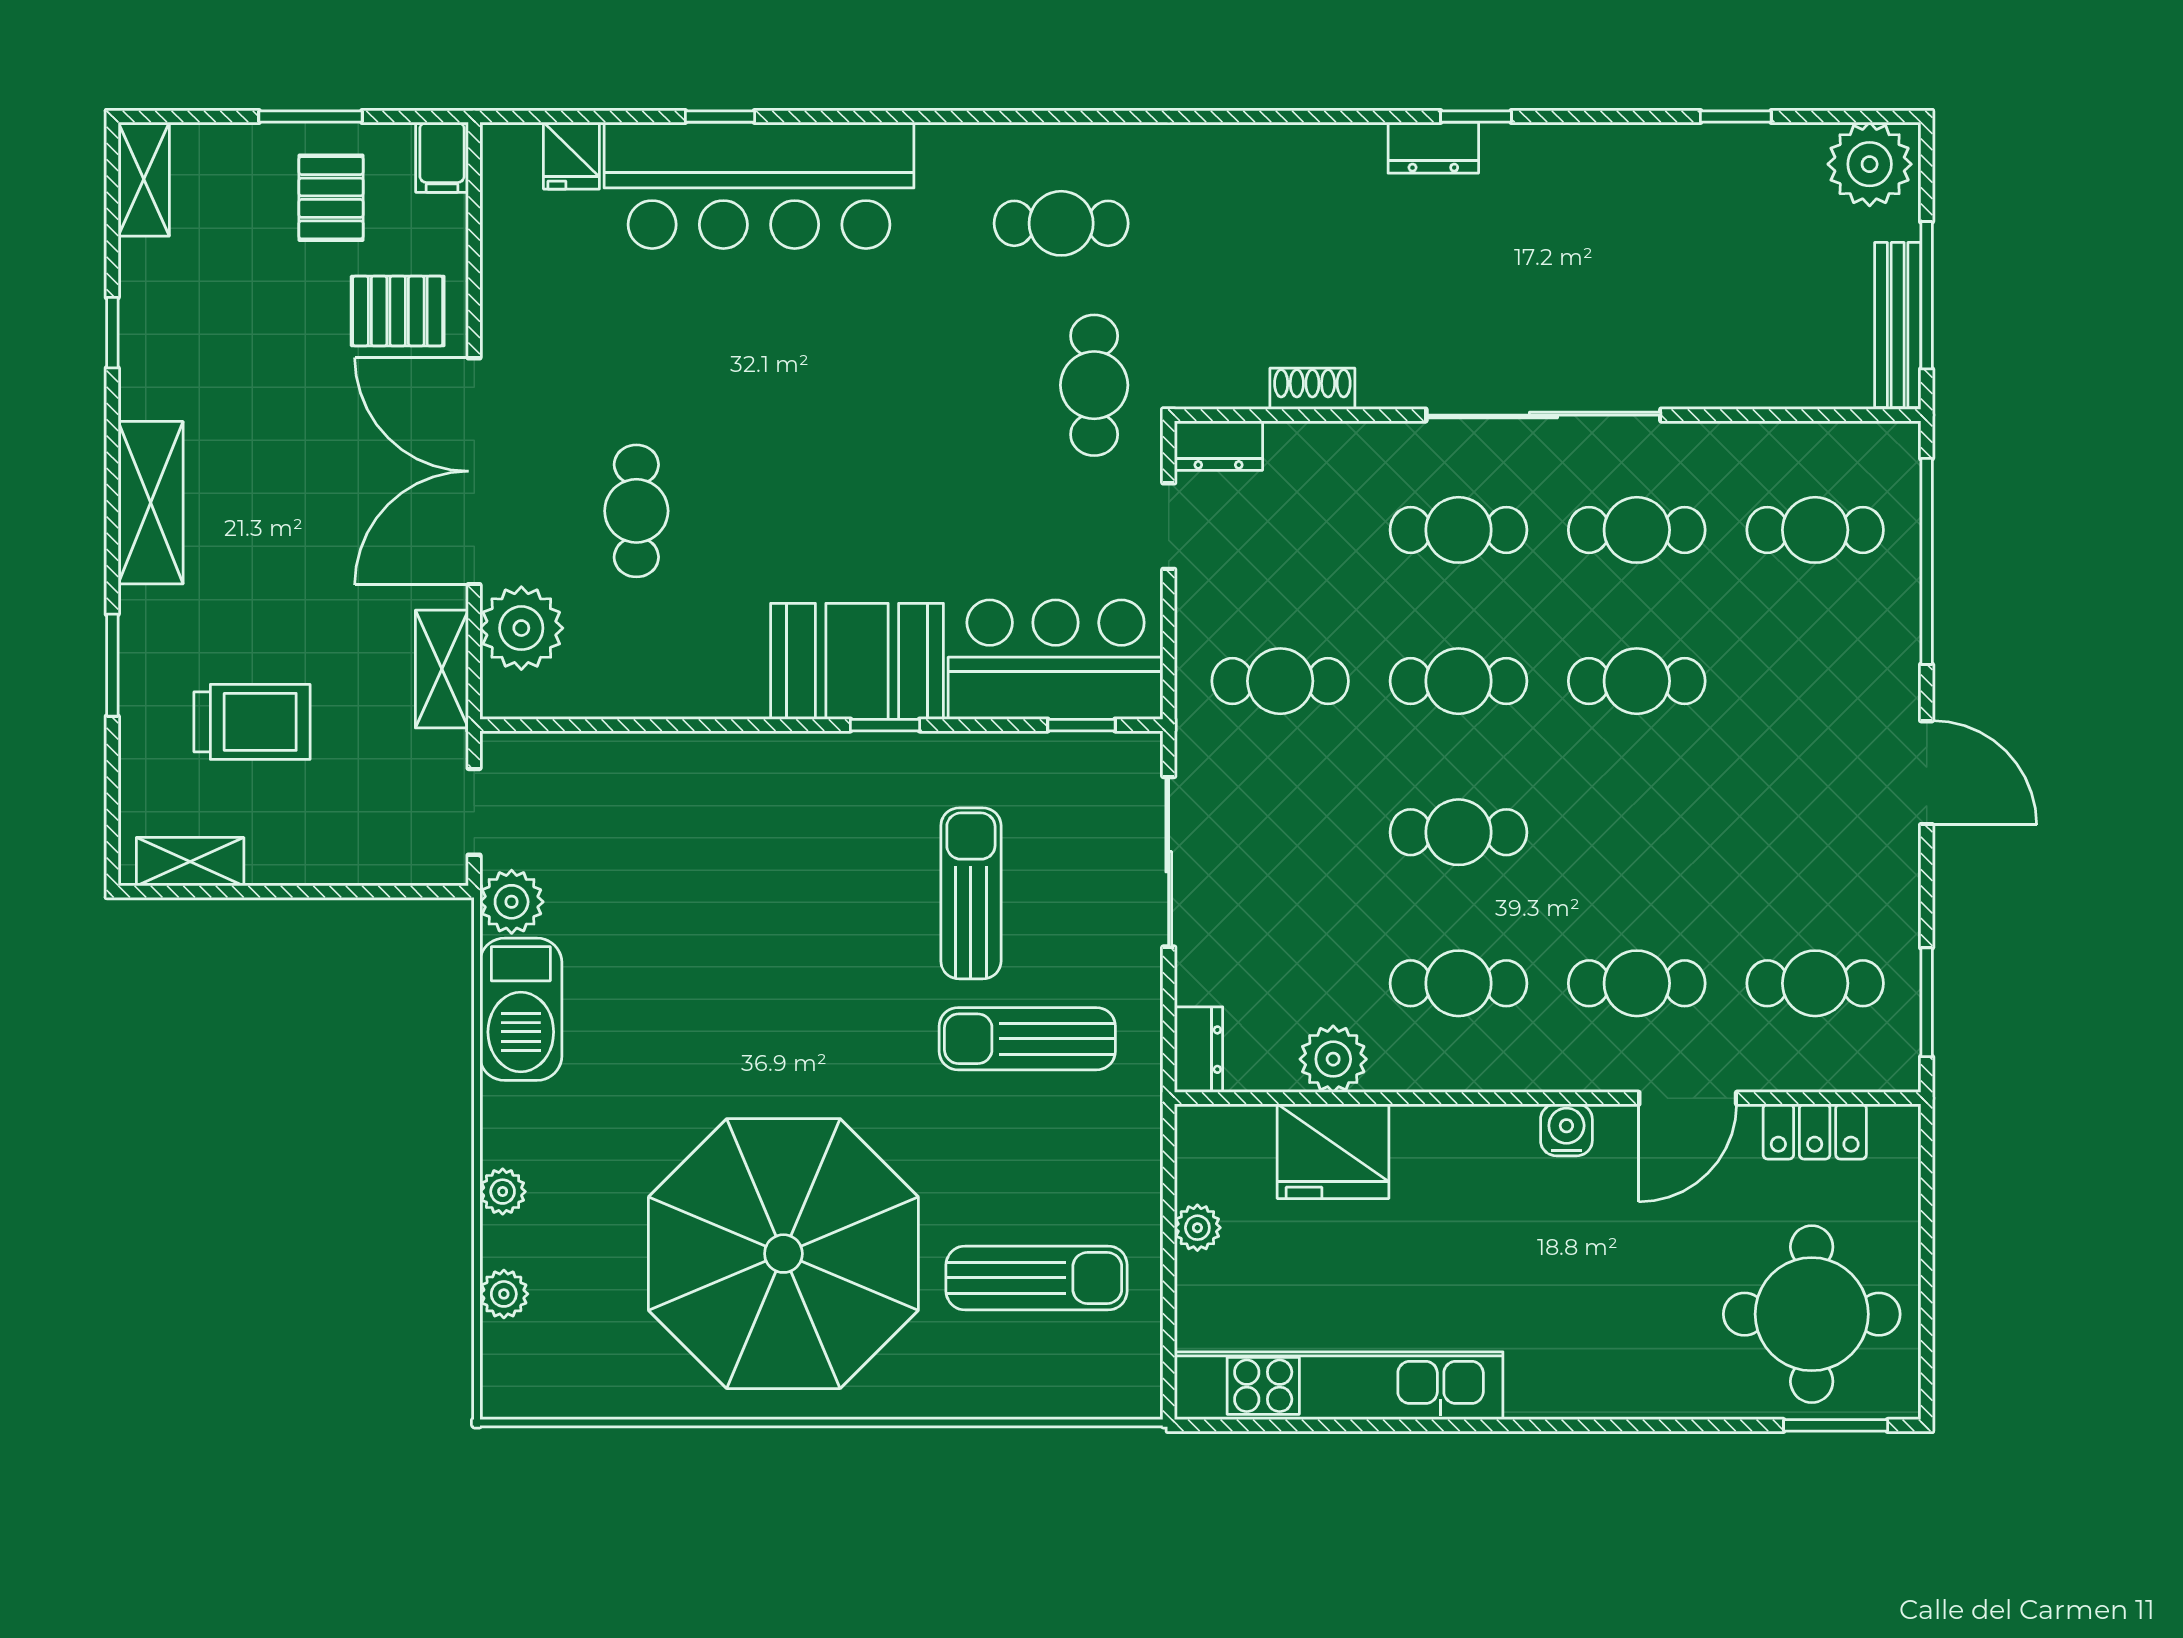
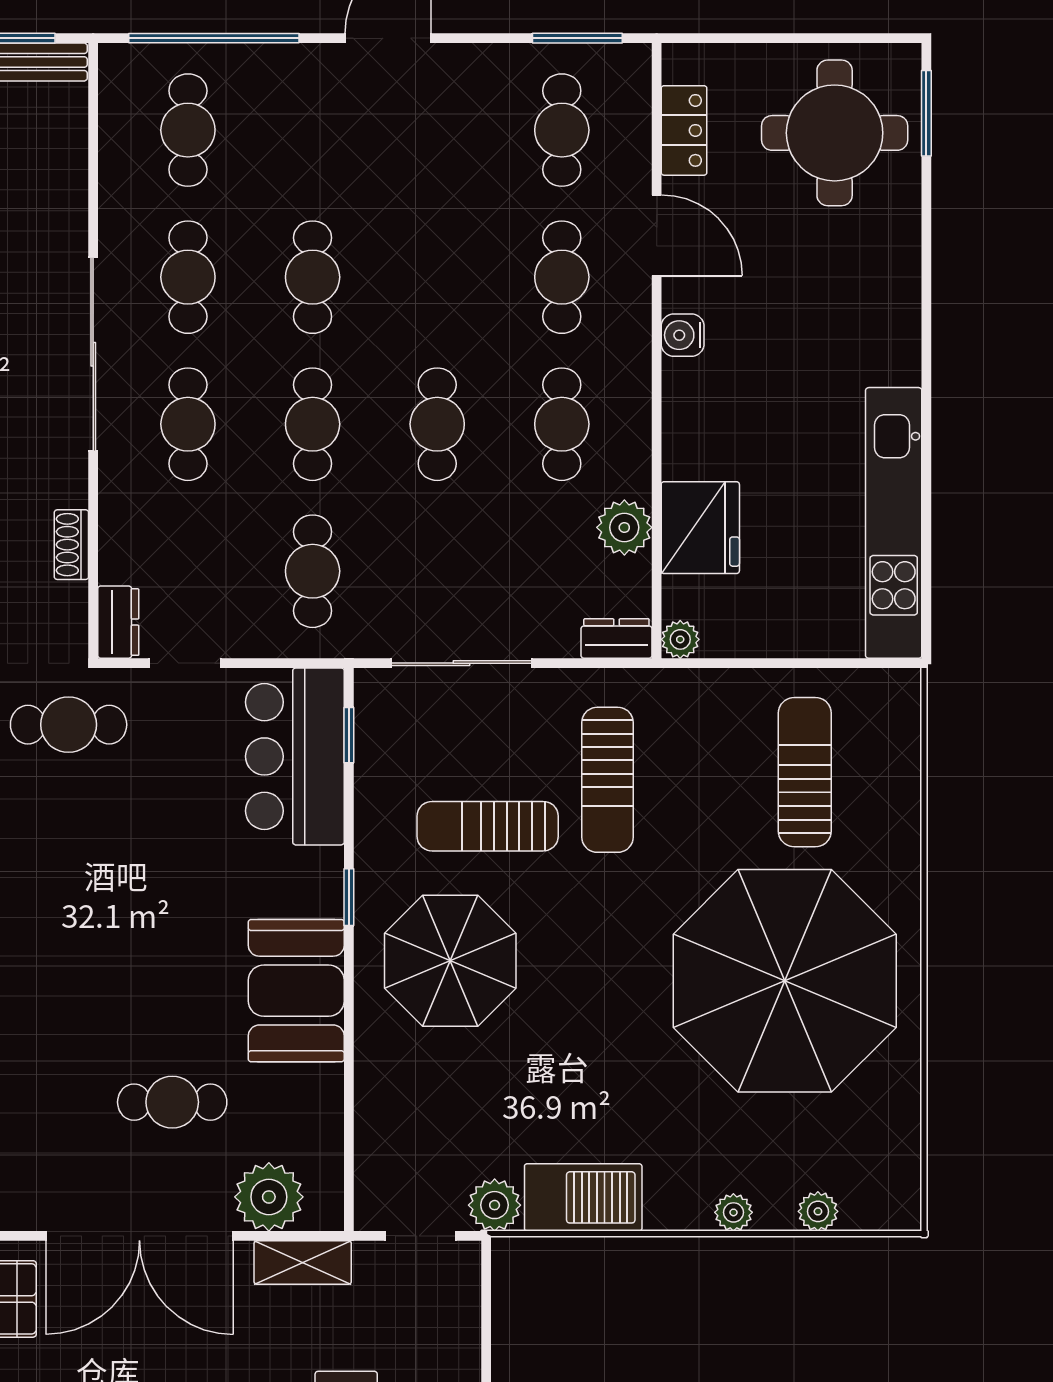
booth: (857, 661) -> (296, 991), moved
parasol: (808, 848) -> (450, 961), added
plant: (1197, 1228) -> (680, 639), moved

